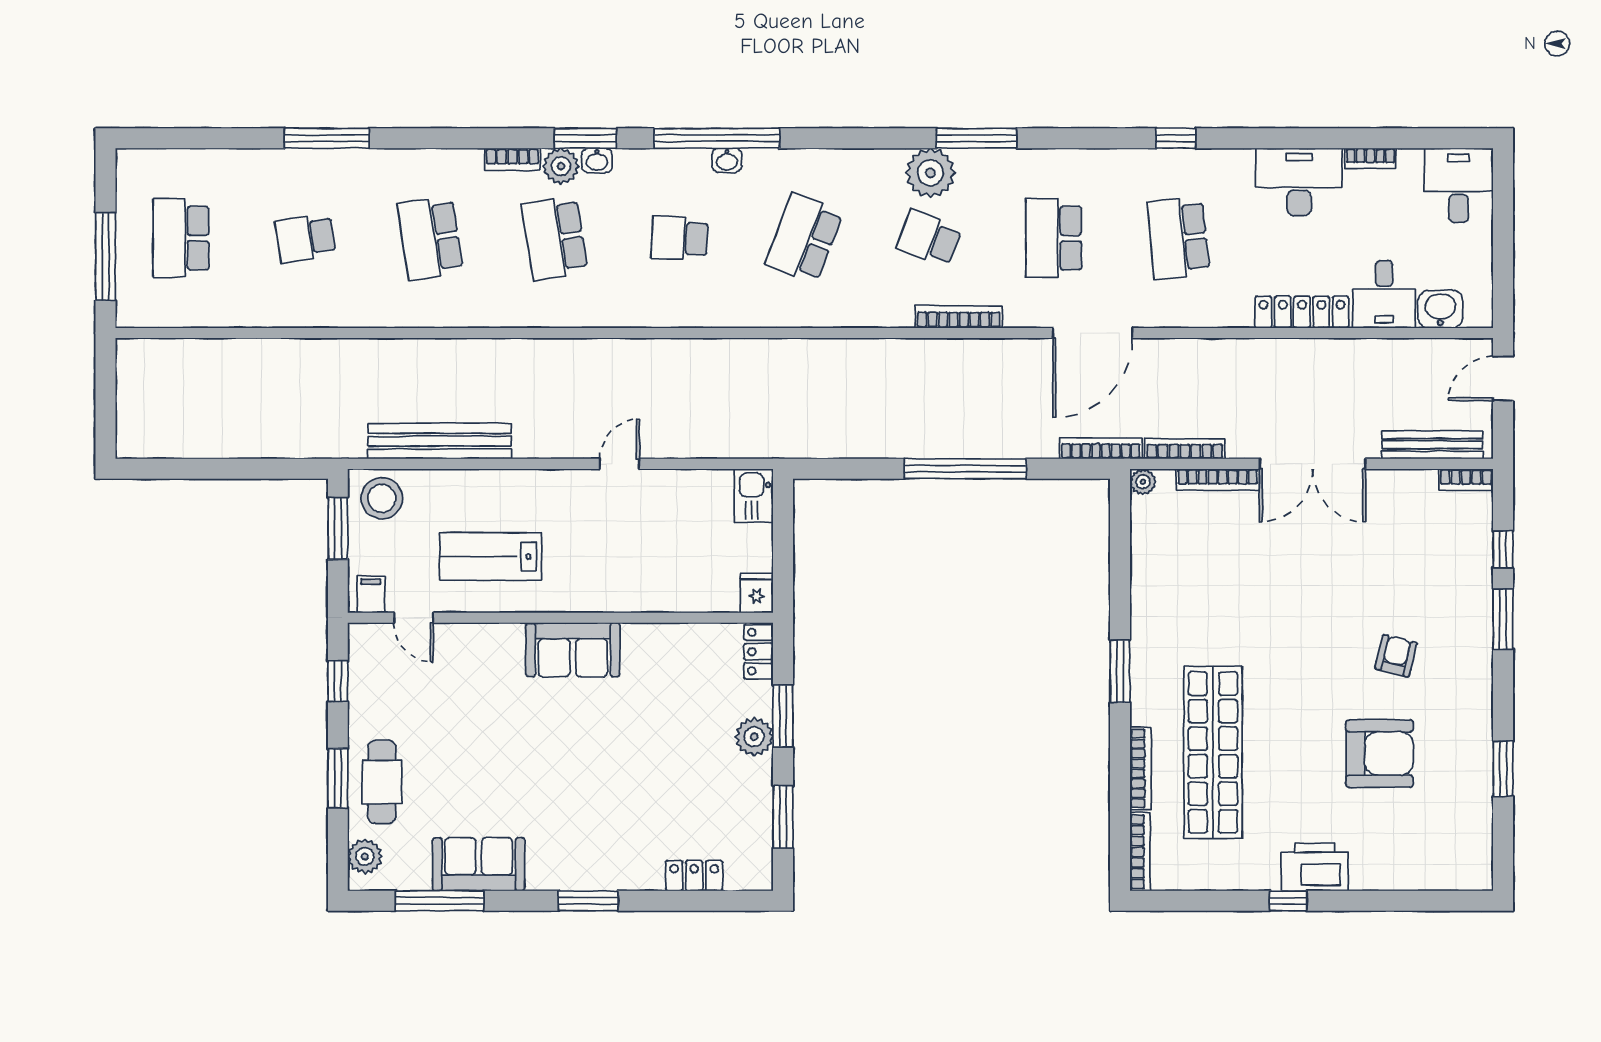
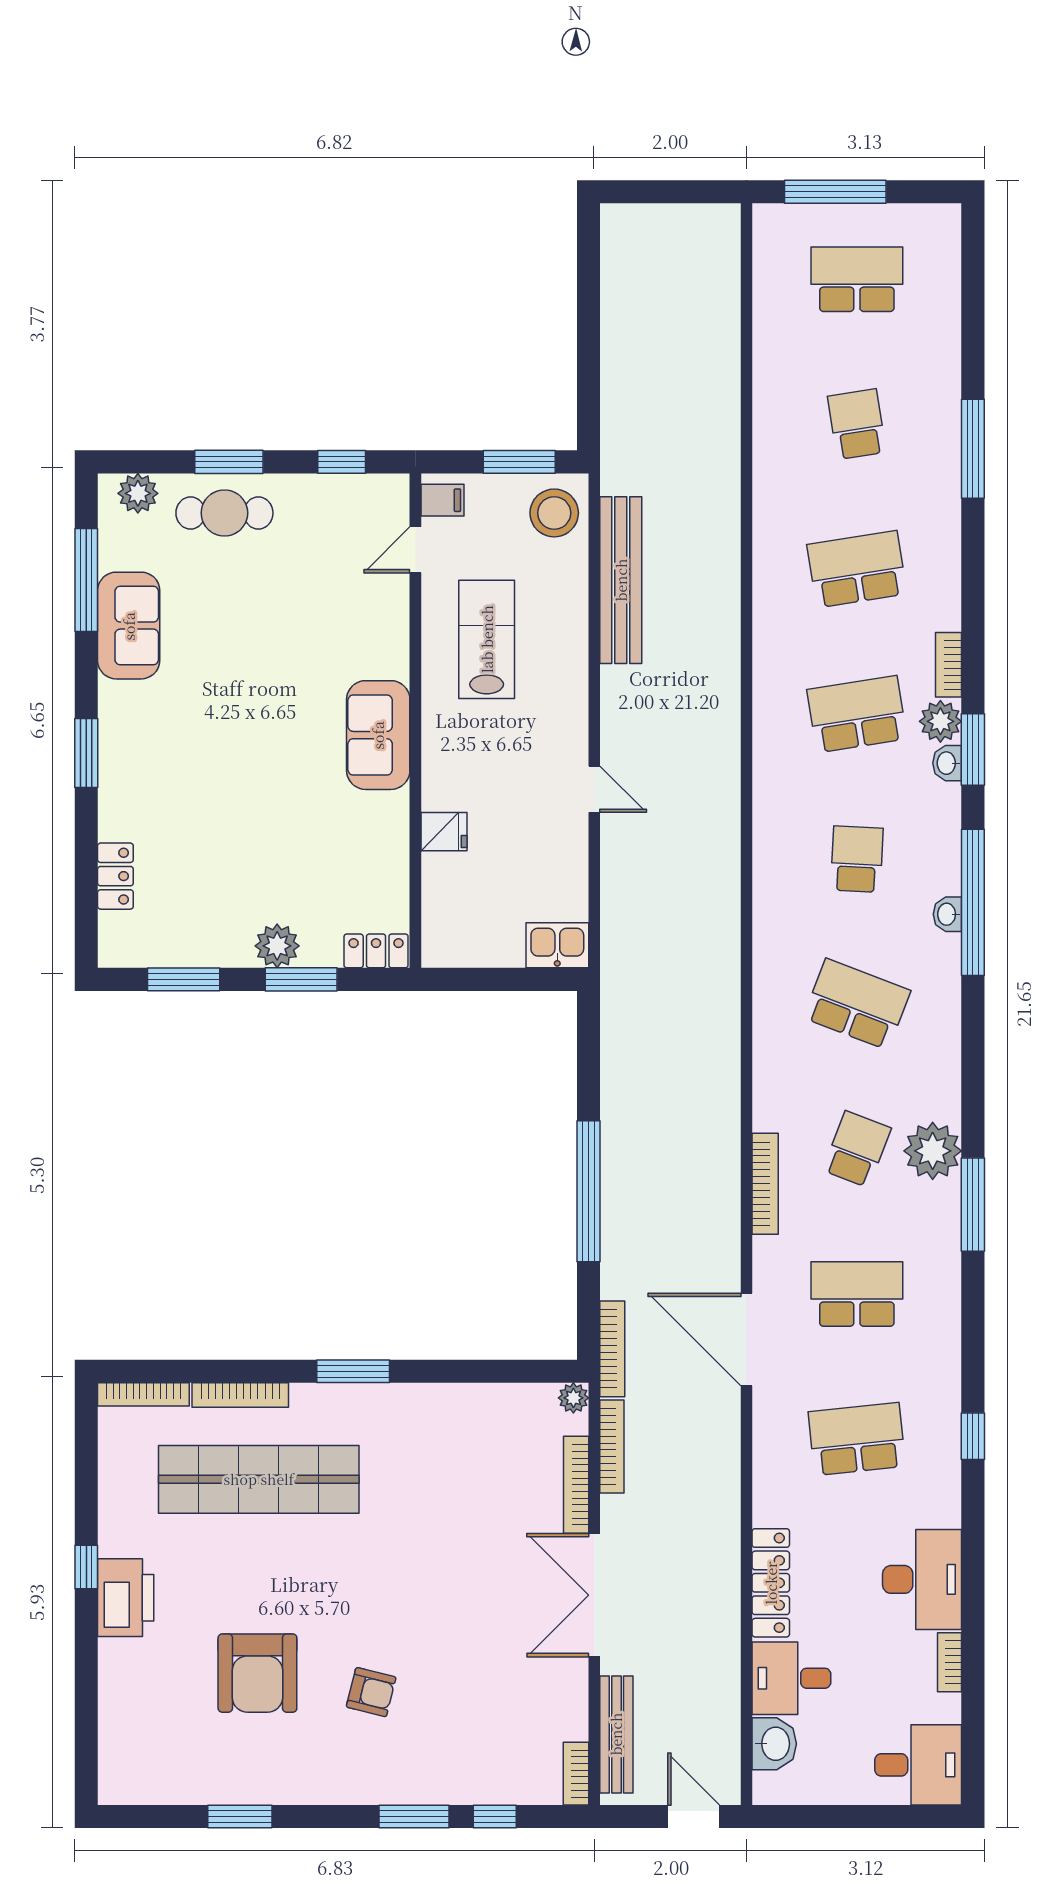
fridge: (757, 593) -> (444, 832), moved

